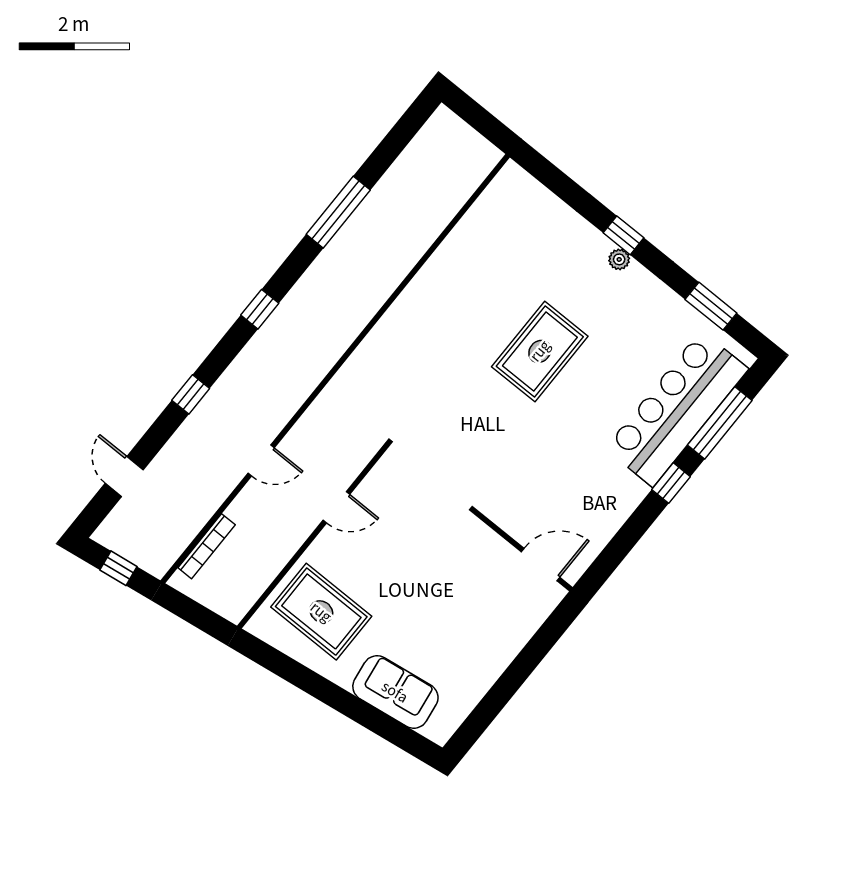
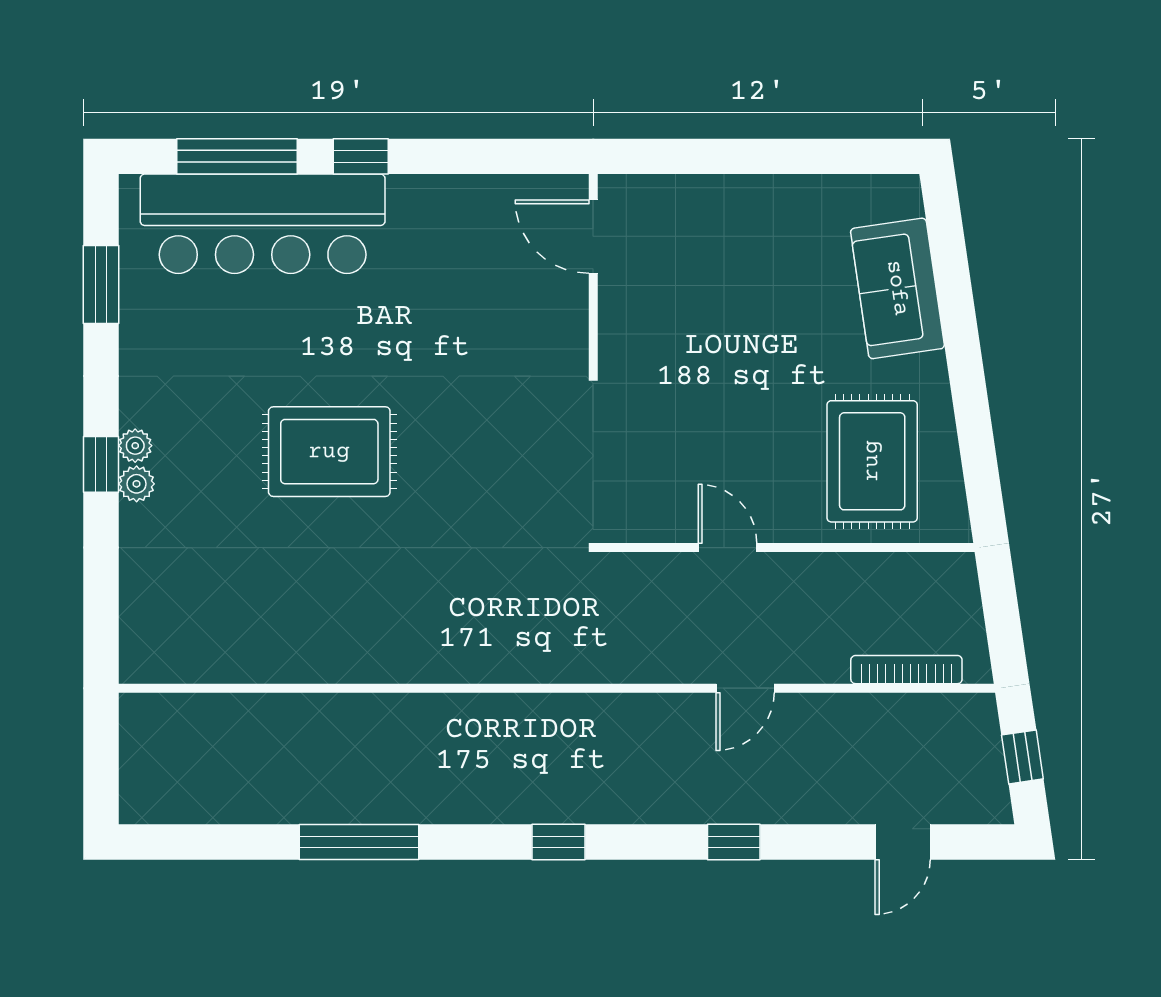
plant: (600, 245) -> (137, 484), added
door: (261, 460) -> (745, 688), swing flipped

